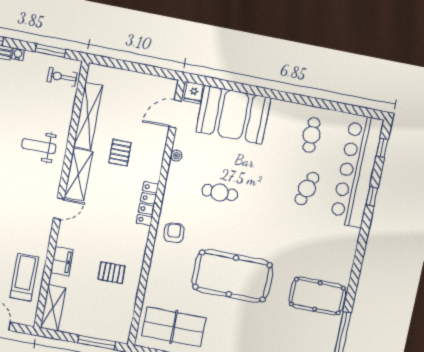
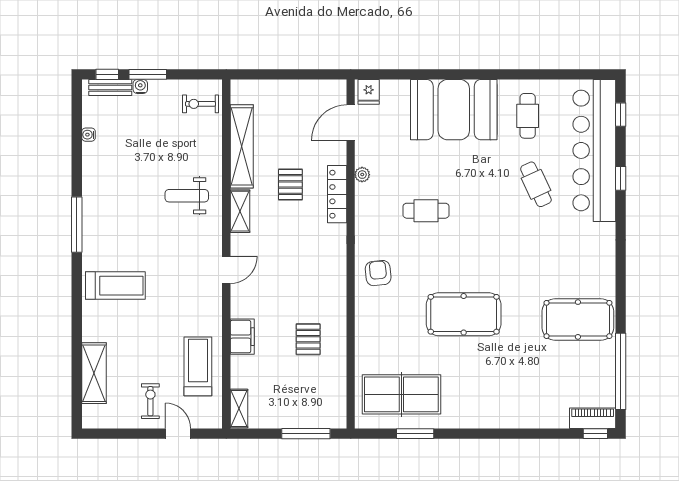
window: (50, 51) -> (148, 74), moved
booth: (233, 115) -> (454, 110), moved
shelving: (78, 174) -> (240, 211), width x0.67, depth x0.75
cafe table: (307, 188) -> (536, 184), turned -43
locker: (147, 204) -> (337, 194), moved
pallet: (111, 273) -> (308, 339), turned 90
pool table: (232, 276) -> (464, 314), width x0.73, depth x0.76
shelving: (53, 308) -> (239, 409), width x0.67, depth x0.75

